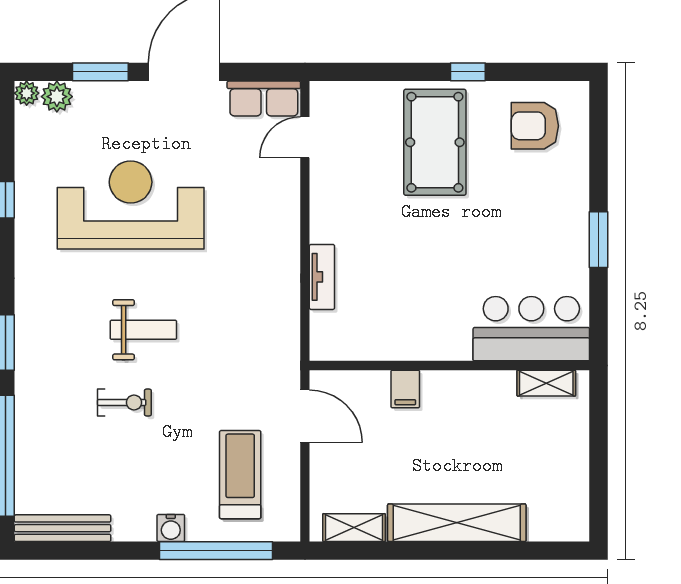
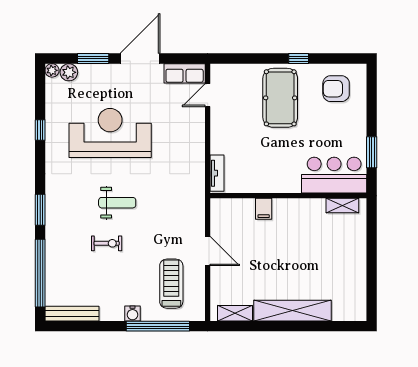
bar counter: (531, 329) -> (334, 175), moved
wall: (449, 366) -> (288, 196), moved
shelving: (546, 383) -> (342, 206), moved
filing cabinet: (405, 389) -> (264, 209), moved

